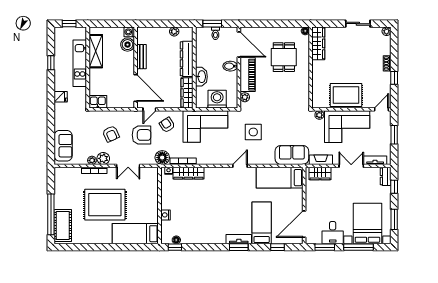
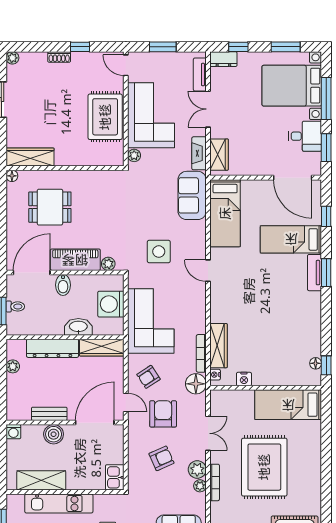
boiler: (128, 45) -> (54, 434), moved
nightstand: (166, 215) -> (244, 379), moved
bed: (135, 234) -> (288, 405), moved, turned 90

